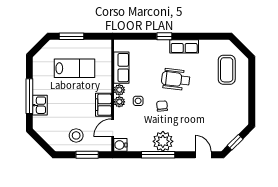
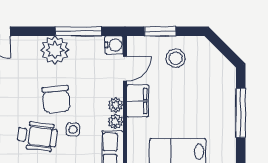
side table: (138, 101) -> (73, 130), moved
kitchen sink: (40, 105) -> (226, 100), removed
chair: (162, 106) -> (56, 99), width x1.87, depth x1.87
window: (158, 155) -> (78, 31), moved

